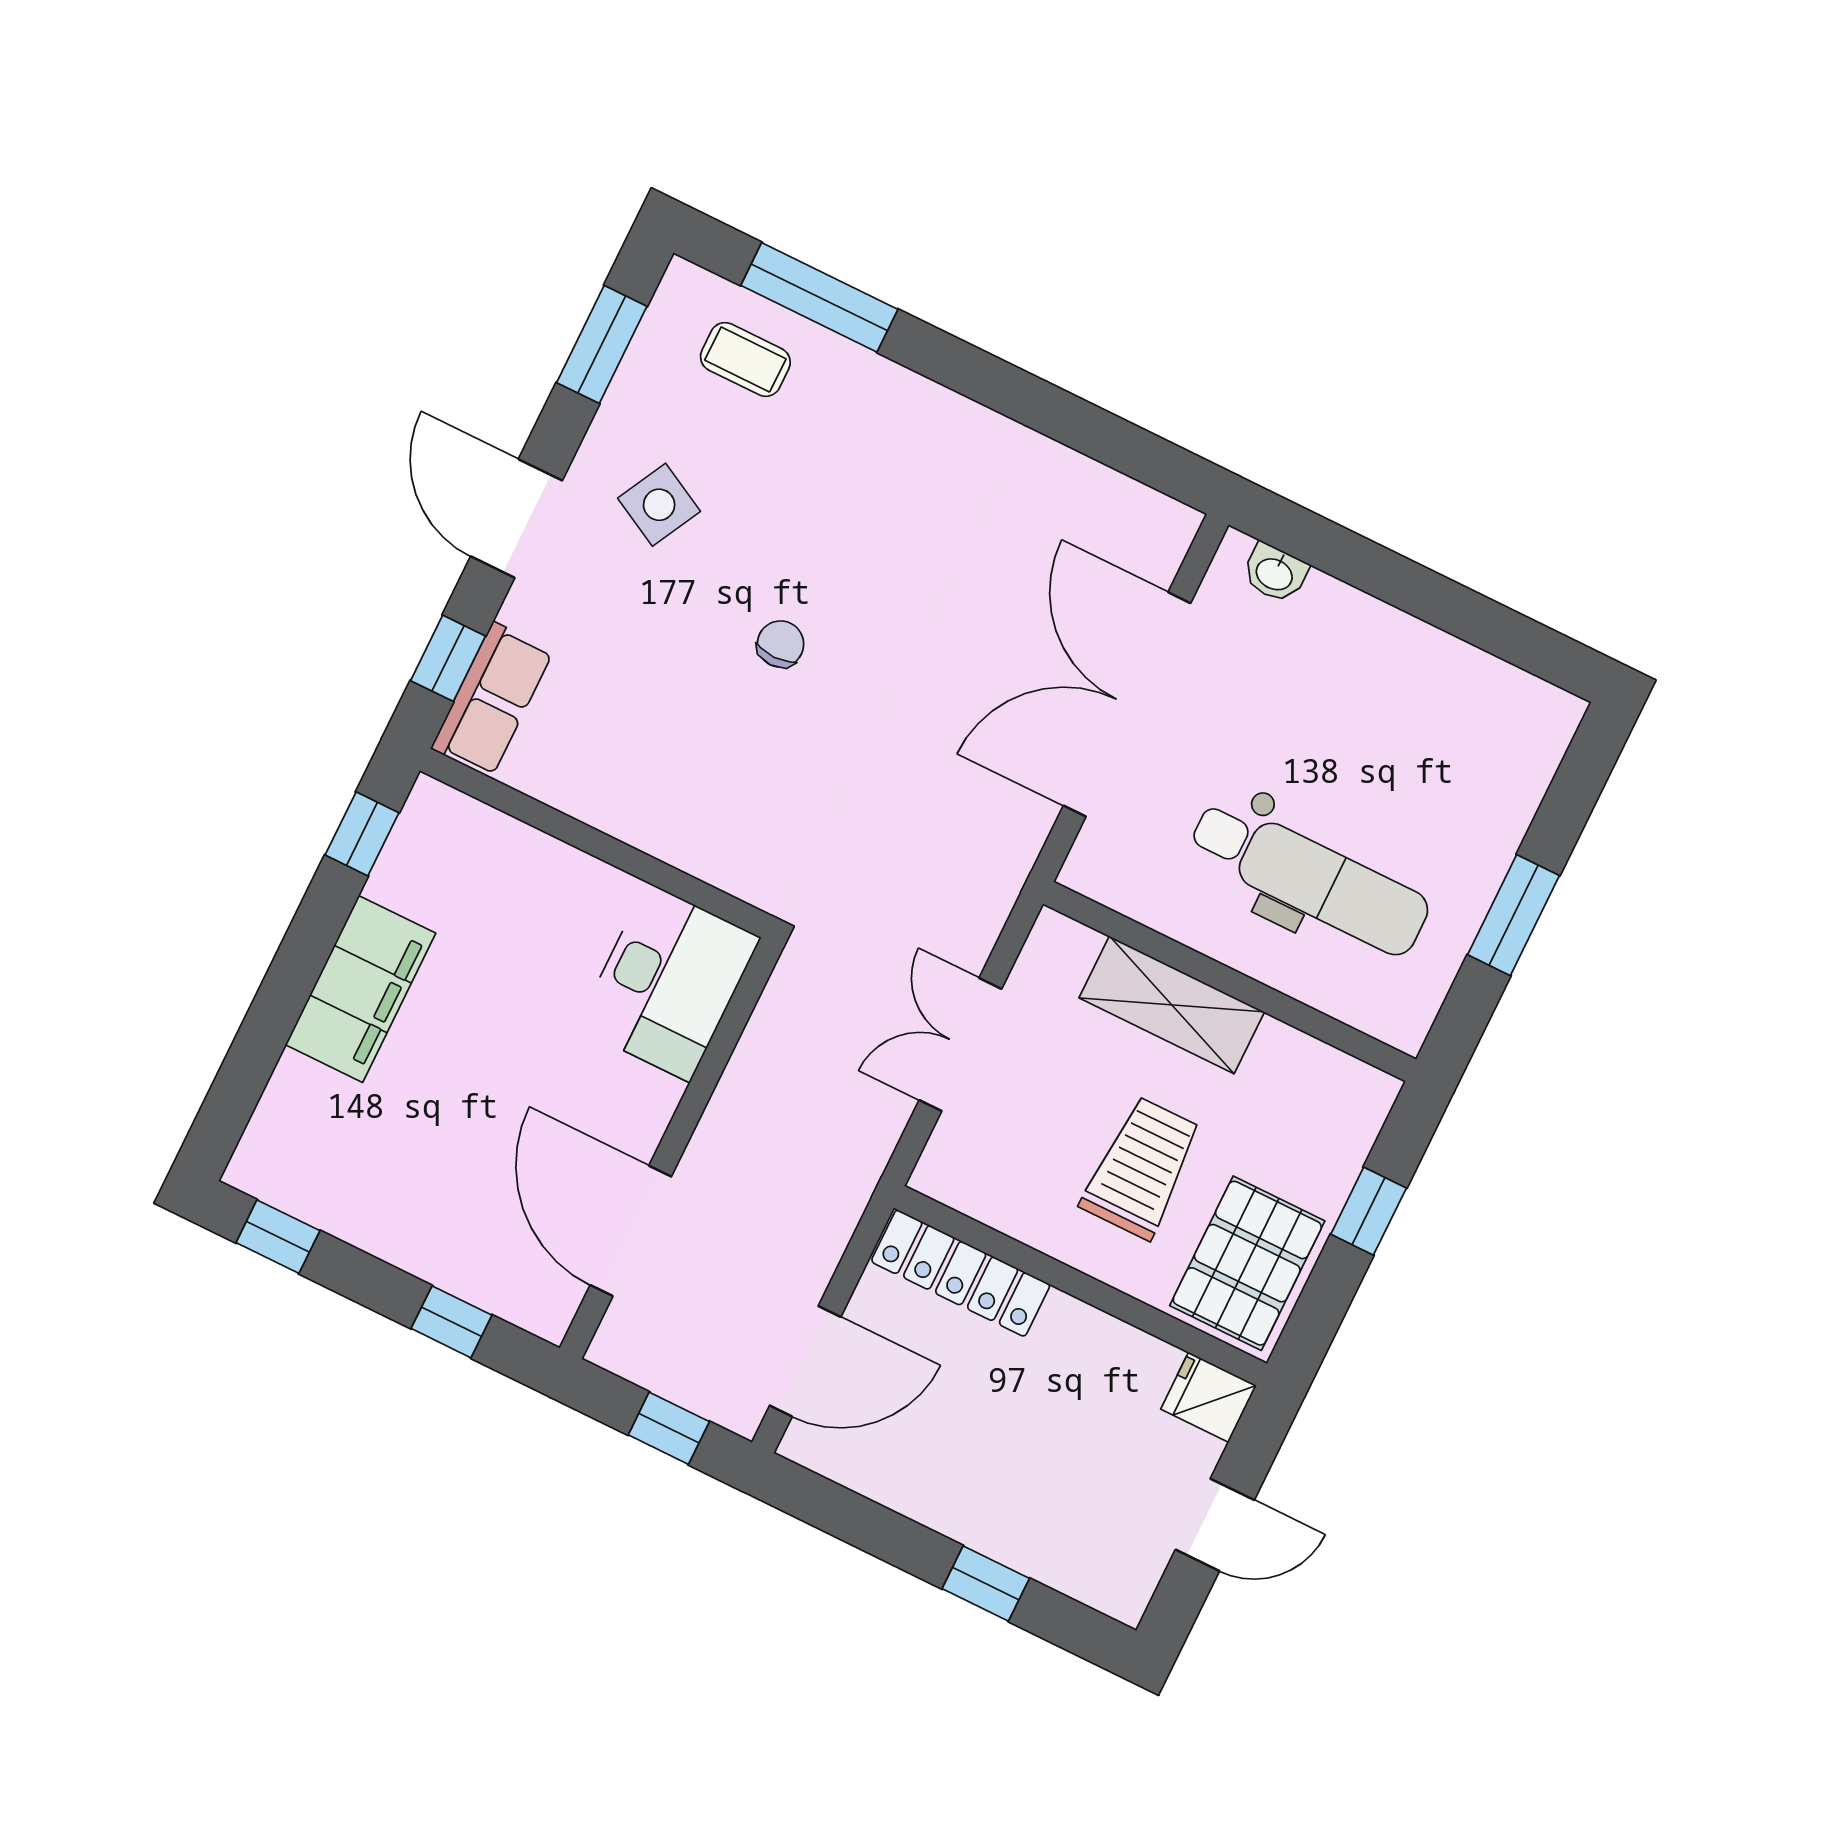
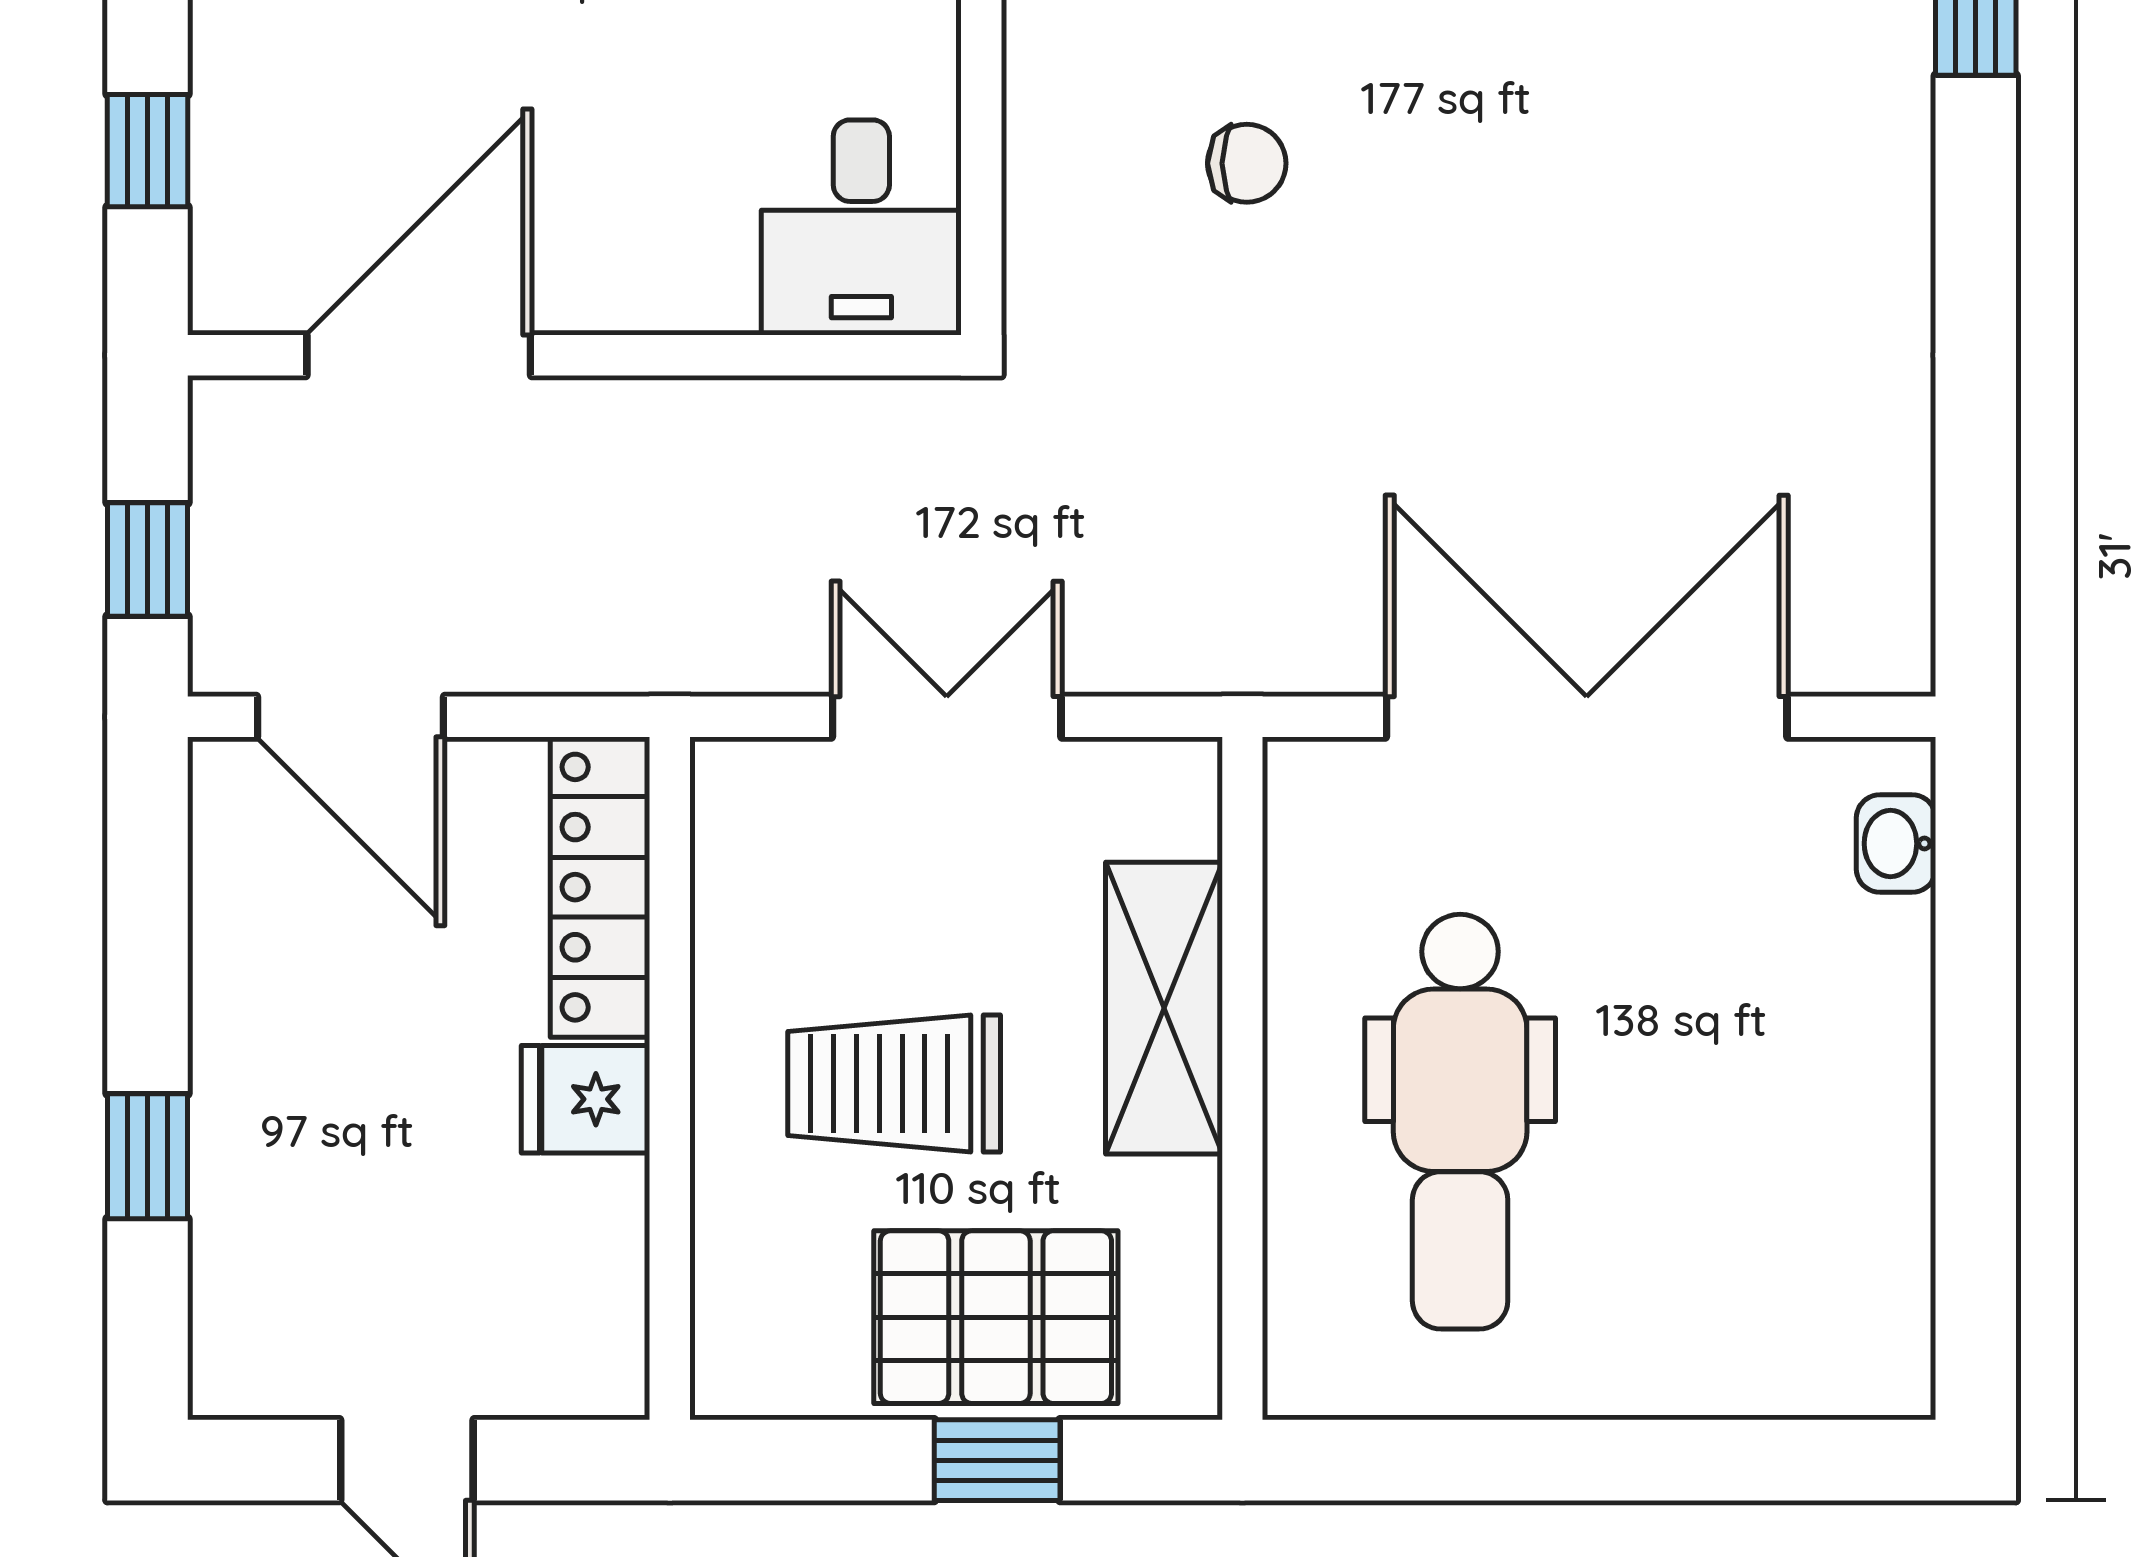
chair: (780, 644) -> (1247, 163), moved
window: (1514, 915) -> (1554, 1460), removed
desk: (668, 982) -> (861, 227), width x0.73
trolley: (1142, 1168) -> (894, 1083), turned 180
pallet: (1247, 1263) -> (996, 1317), moved
fridge: (1209, 1397) -> (586, 1099), moved, turned -90

